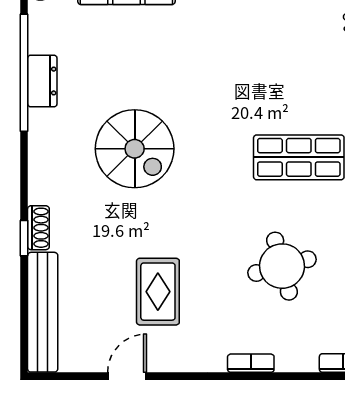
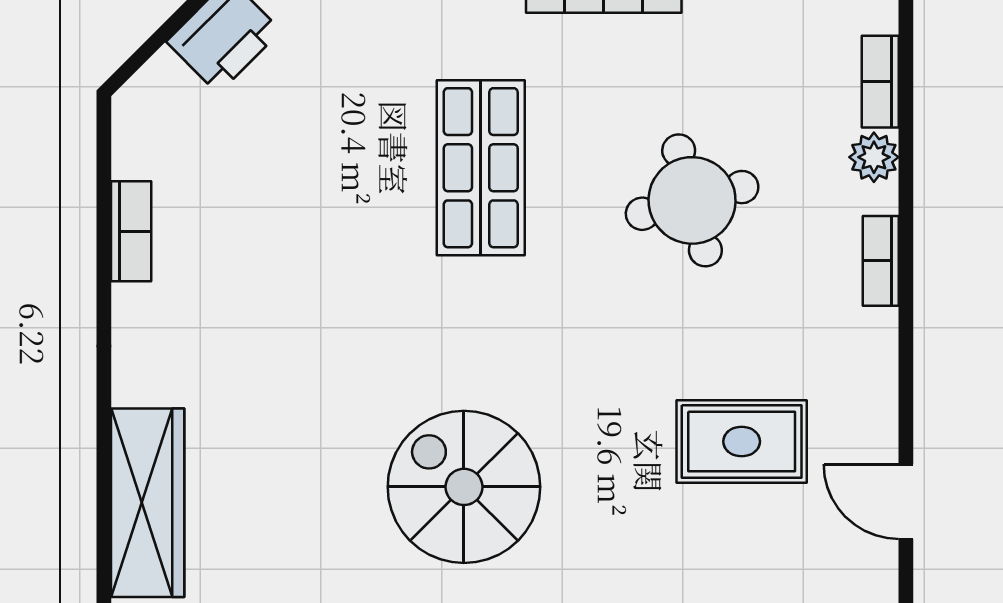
spiral stairs: (135, 149) -> (464, 487), turned -90
plant: (304, 360) -> (874, 157), added

